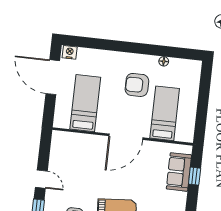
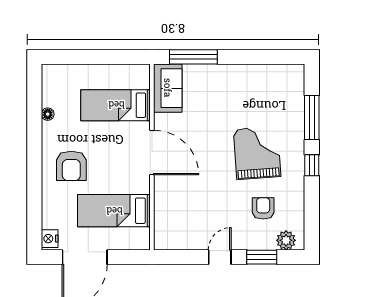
armchair: (137, 85) -> (71, 166), moved
sofa: (179, 172) -> (168, 88), moved, turned -90
window: (195, 176) -> (193, 57), width x2.17

